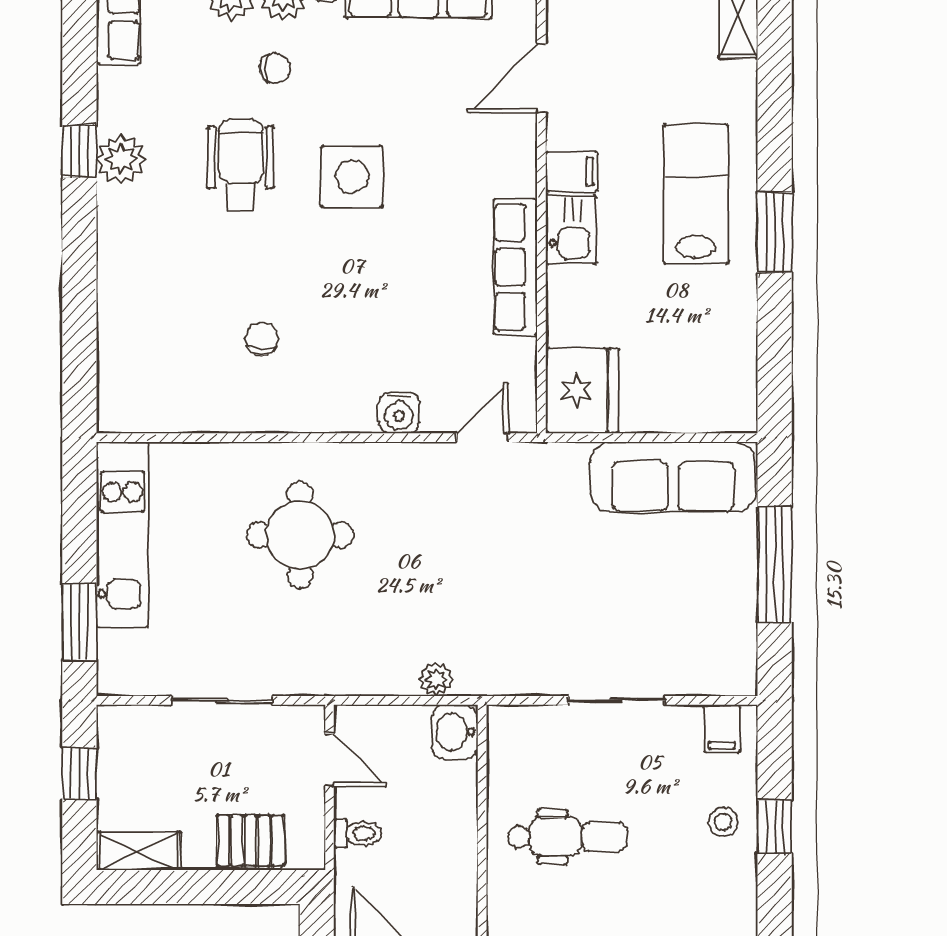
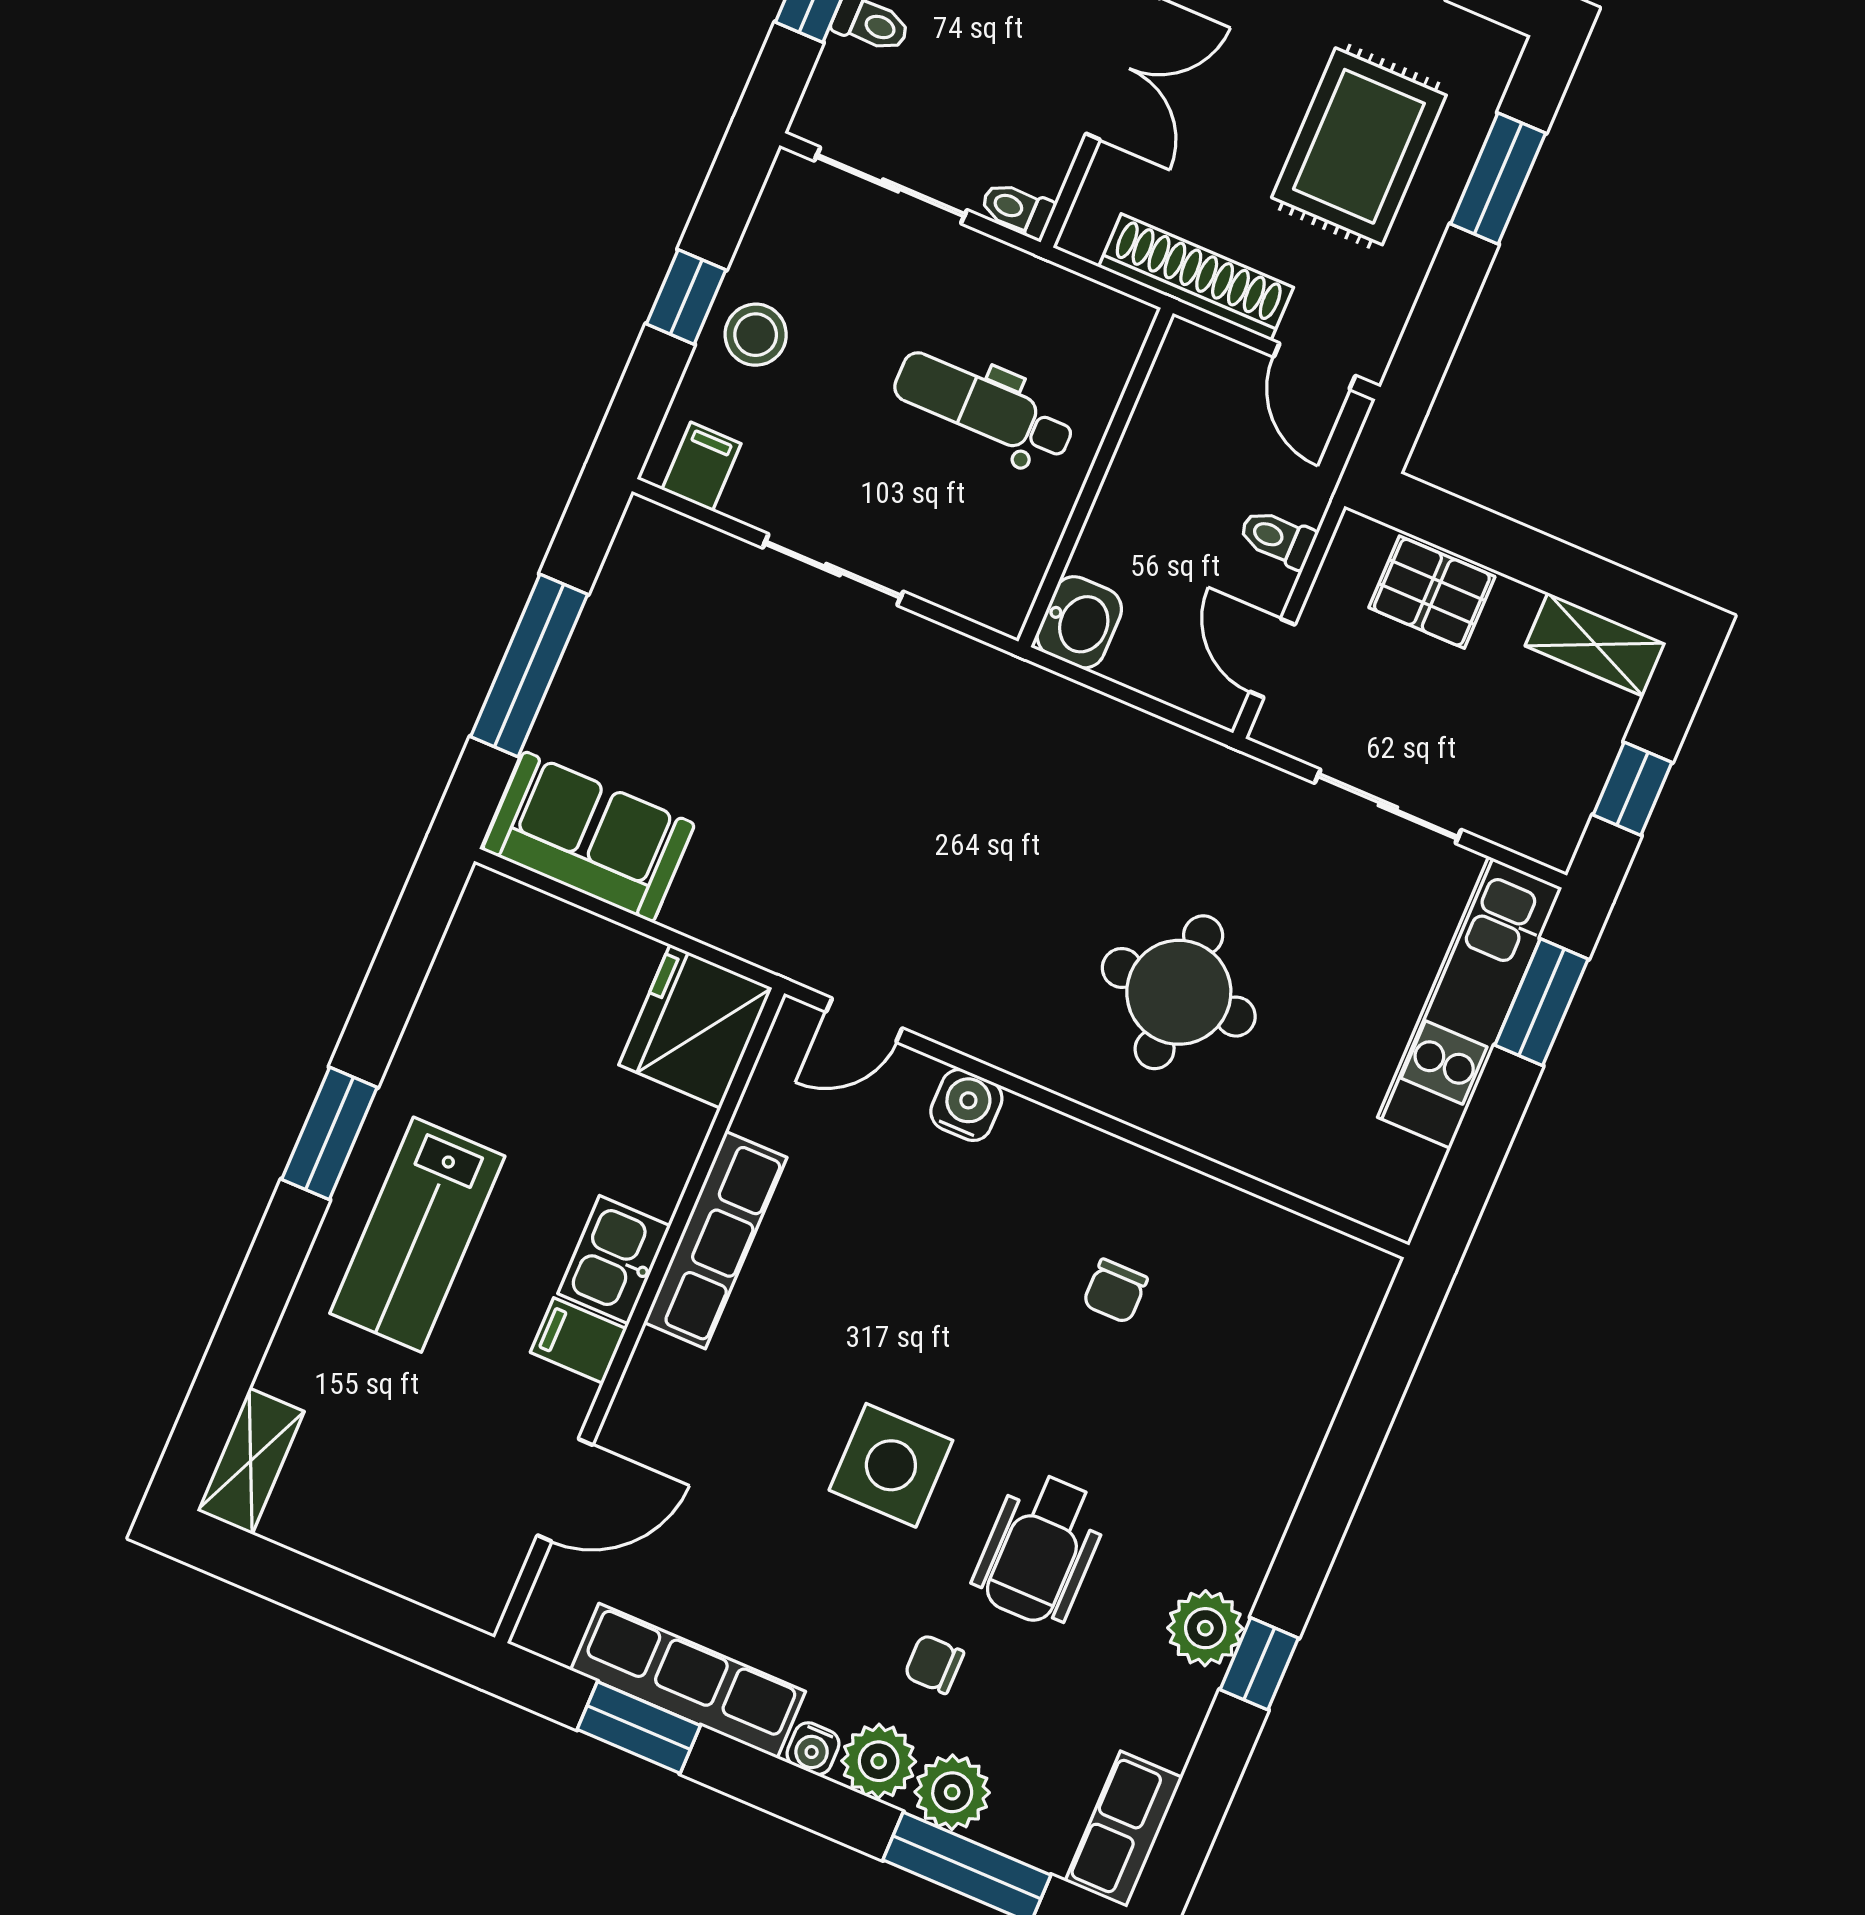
sofa: (673, 477) -> (588, 837), width x0.73
kitchen unit: (122, 535) -> (1470, 1002), moved
plant: (436, 679) -> (1074, 708), removed
stool: (723, 822) -> (756, 335), width x1.37, depth x1.37

